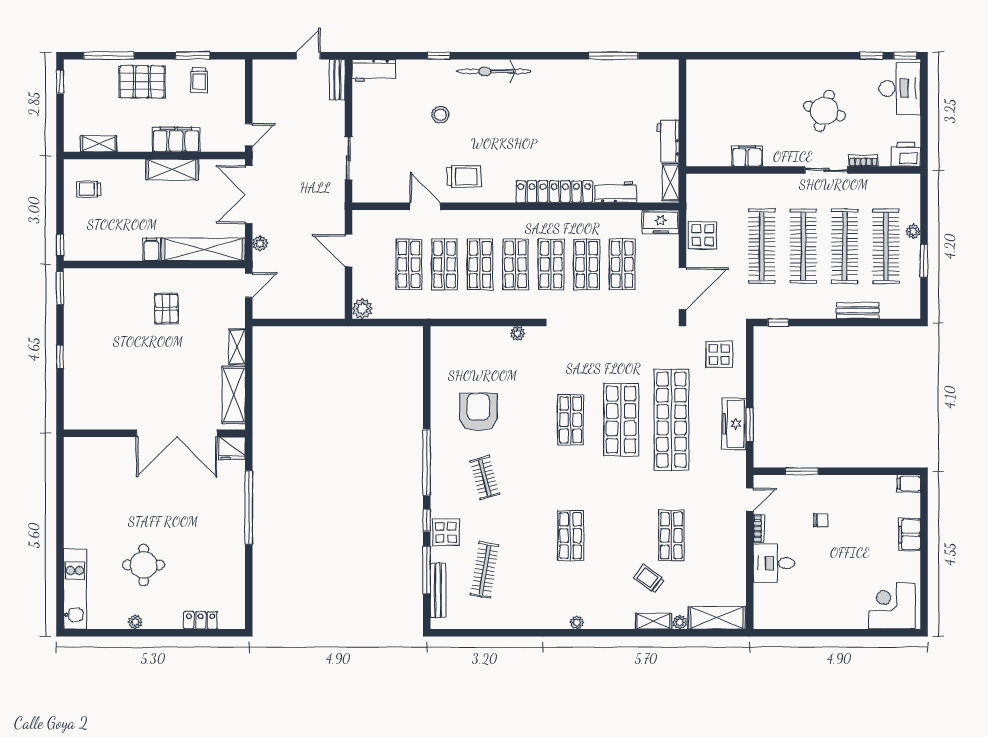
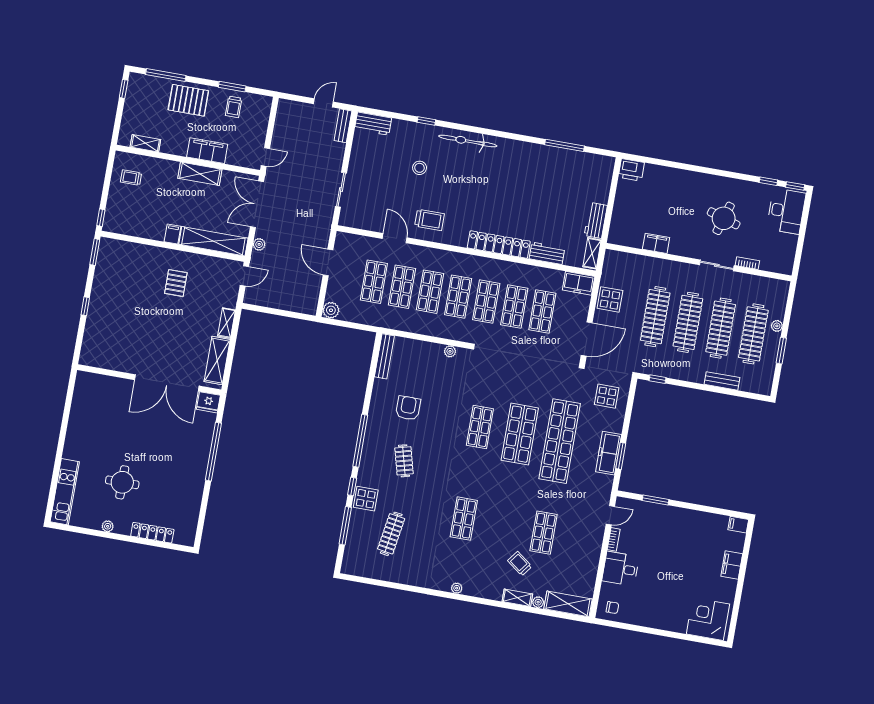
printer: (906, 154) -> (631, 170), moved, turned 180
armchair: (478, 412) -> (408, 408), width x0.73, depth x0.73
chair: (821, 520) -> (612, 608), moved
bench: (438, 590) -> (384, 356), moved
locker: (201, 620) -> (152, 533), width x1.53

